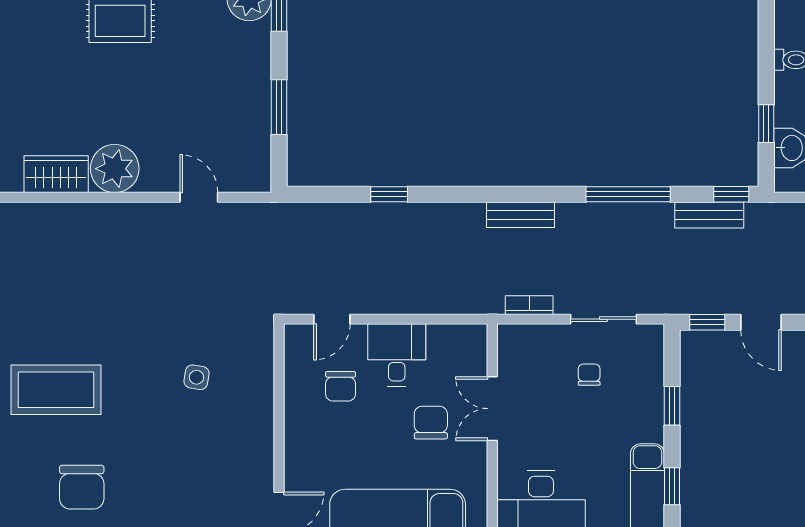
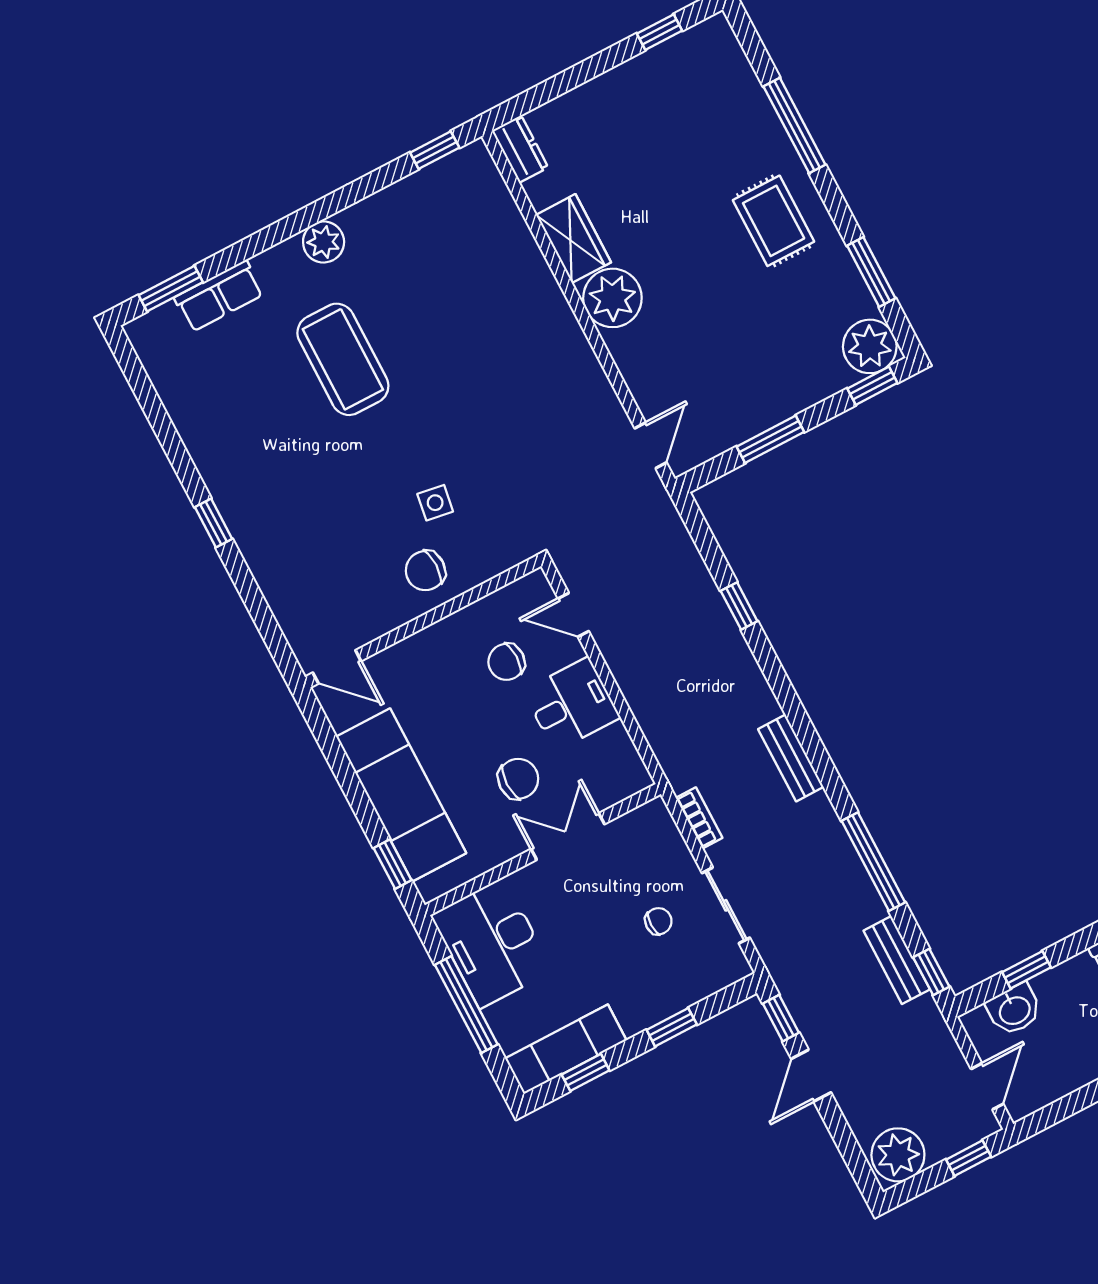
door: (199, 197) -> (651, 445), moved
chair: (82, 487) -> (425, 571), moved, width x0.73, depth x0.73

